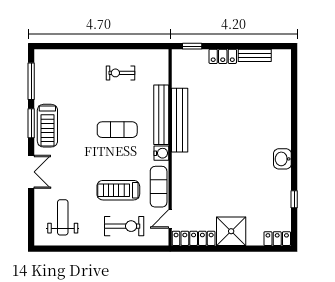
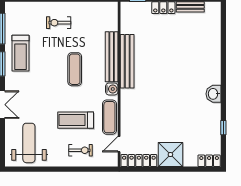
exercise bike: (121, 73) -> (59, 23), moved
treadmill: (47, 126) -> (21, 53), moved
exercise mat: (117, 130) -> (75, 69), turned 90
weight bench: (63, 217) -> (29, 143), width x1.36, depth x1.33
exercise bike: (124, 226) -> (81, 150), width x0.73, depth x0.72

